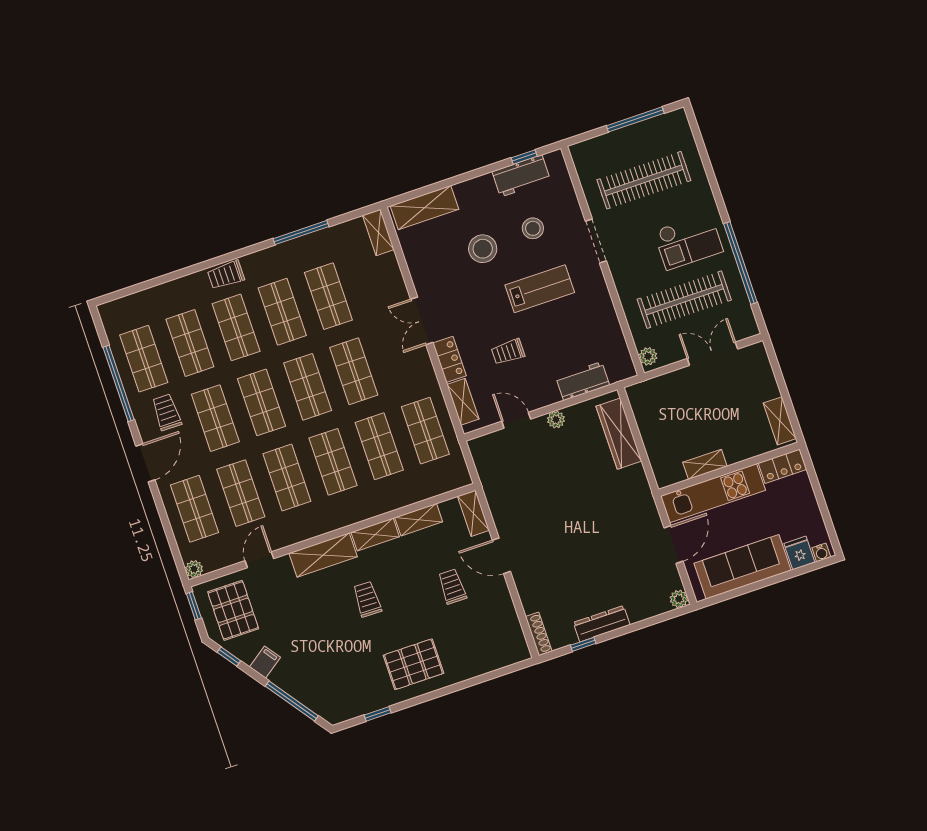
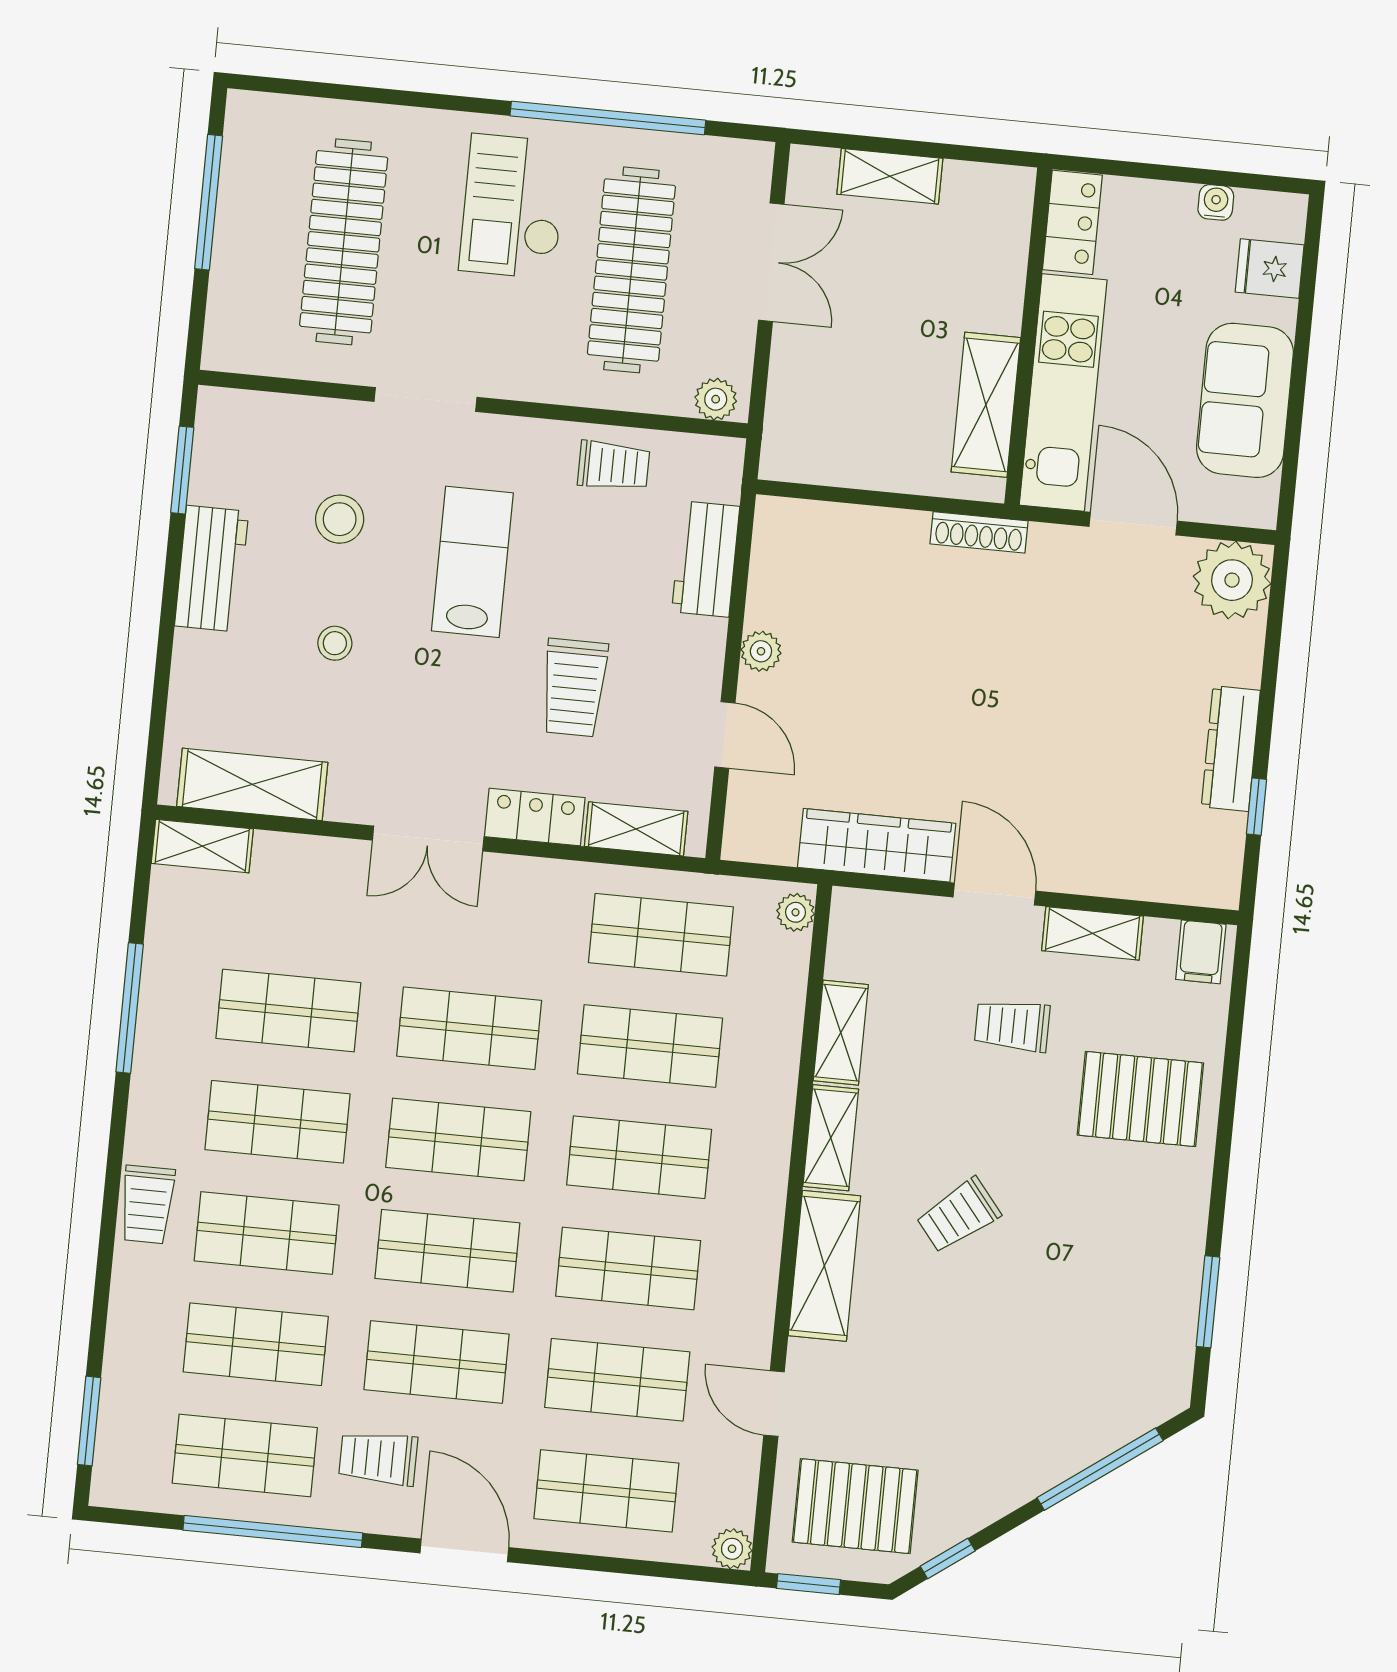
window: (524, 157) -> (182, 470), width x1.50
workbench: (521, 176) -> (212, 569), moved
shelving: (425, 208) -> (252, 784), moved, turned 90
checkout: (688, 241) -> (513, 206), turned 180
stool: (483, 249) -> (335, 643), width x0.53, depth x0.53
window: (130, 291) -> (89, 1421), added
trolley: (603, 328) -> (614, 466), added
trolley: (508, 352) -> (574, 688), width x1.36, depth x1.39
double door: (712, 354) -> (771, 262), swing flipped
door: (516, 420) -> (725, 735), swing flipped
shelving: (780, 421) -> (890, 176), moved
wardrobe: (619, 434) -> (877, 845), moved, turned 180
shelving: (705, 464) -> (986, 405), width x1.50, depth x1.33
plant: (458, 480) -> (796, 912), added
shelving: (473, 513) -> (1092, 933), moved
water cooler: (821, 552) -> (1216, 202), moved, turned -90
door: (501, 556) -> (994, 894), swing flipped
sofa: (743, 567) -> (1245, 400), width x0.73
trolley: (367, 599) -> (958, 1215), turned -40
plant: (679, 599) -> (1232, 580), width x1.88, depth x1.88
shoe rack: (539, 634) -> (979, 532), moved, turned 180
filing cabinet: (265, 662) -> (1201, 952), moved, turned -144
pallet: (413, 664) -> (1140, 1099), moved, turned 90
window: (378, 714) -> (1208, 1302), width x1.50

